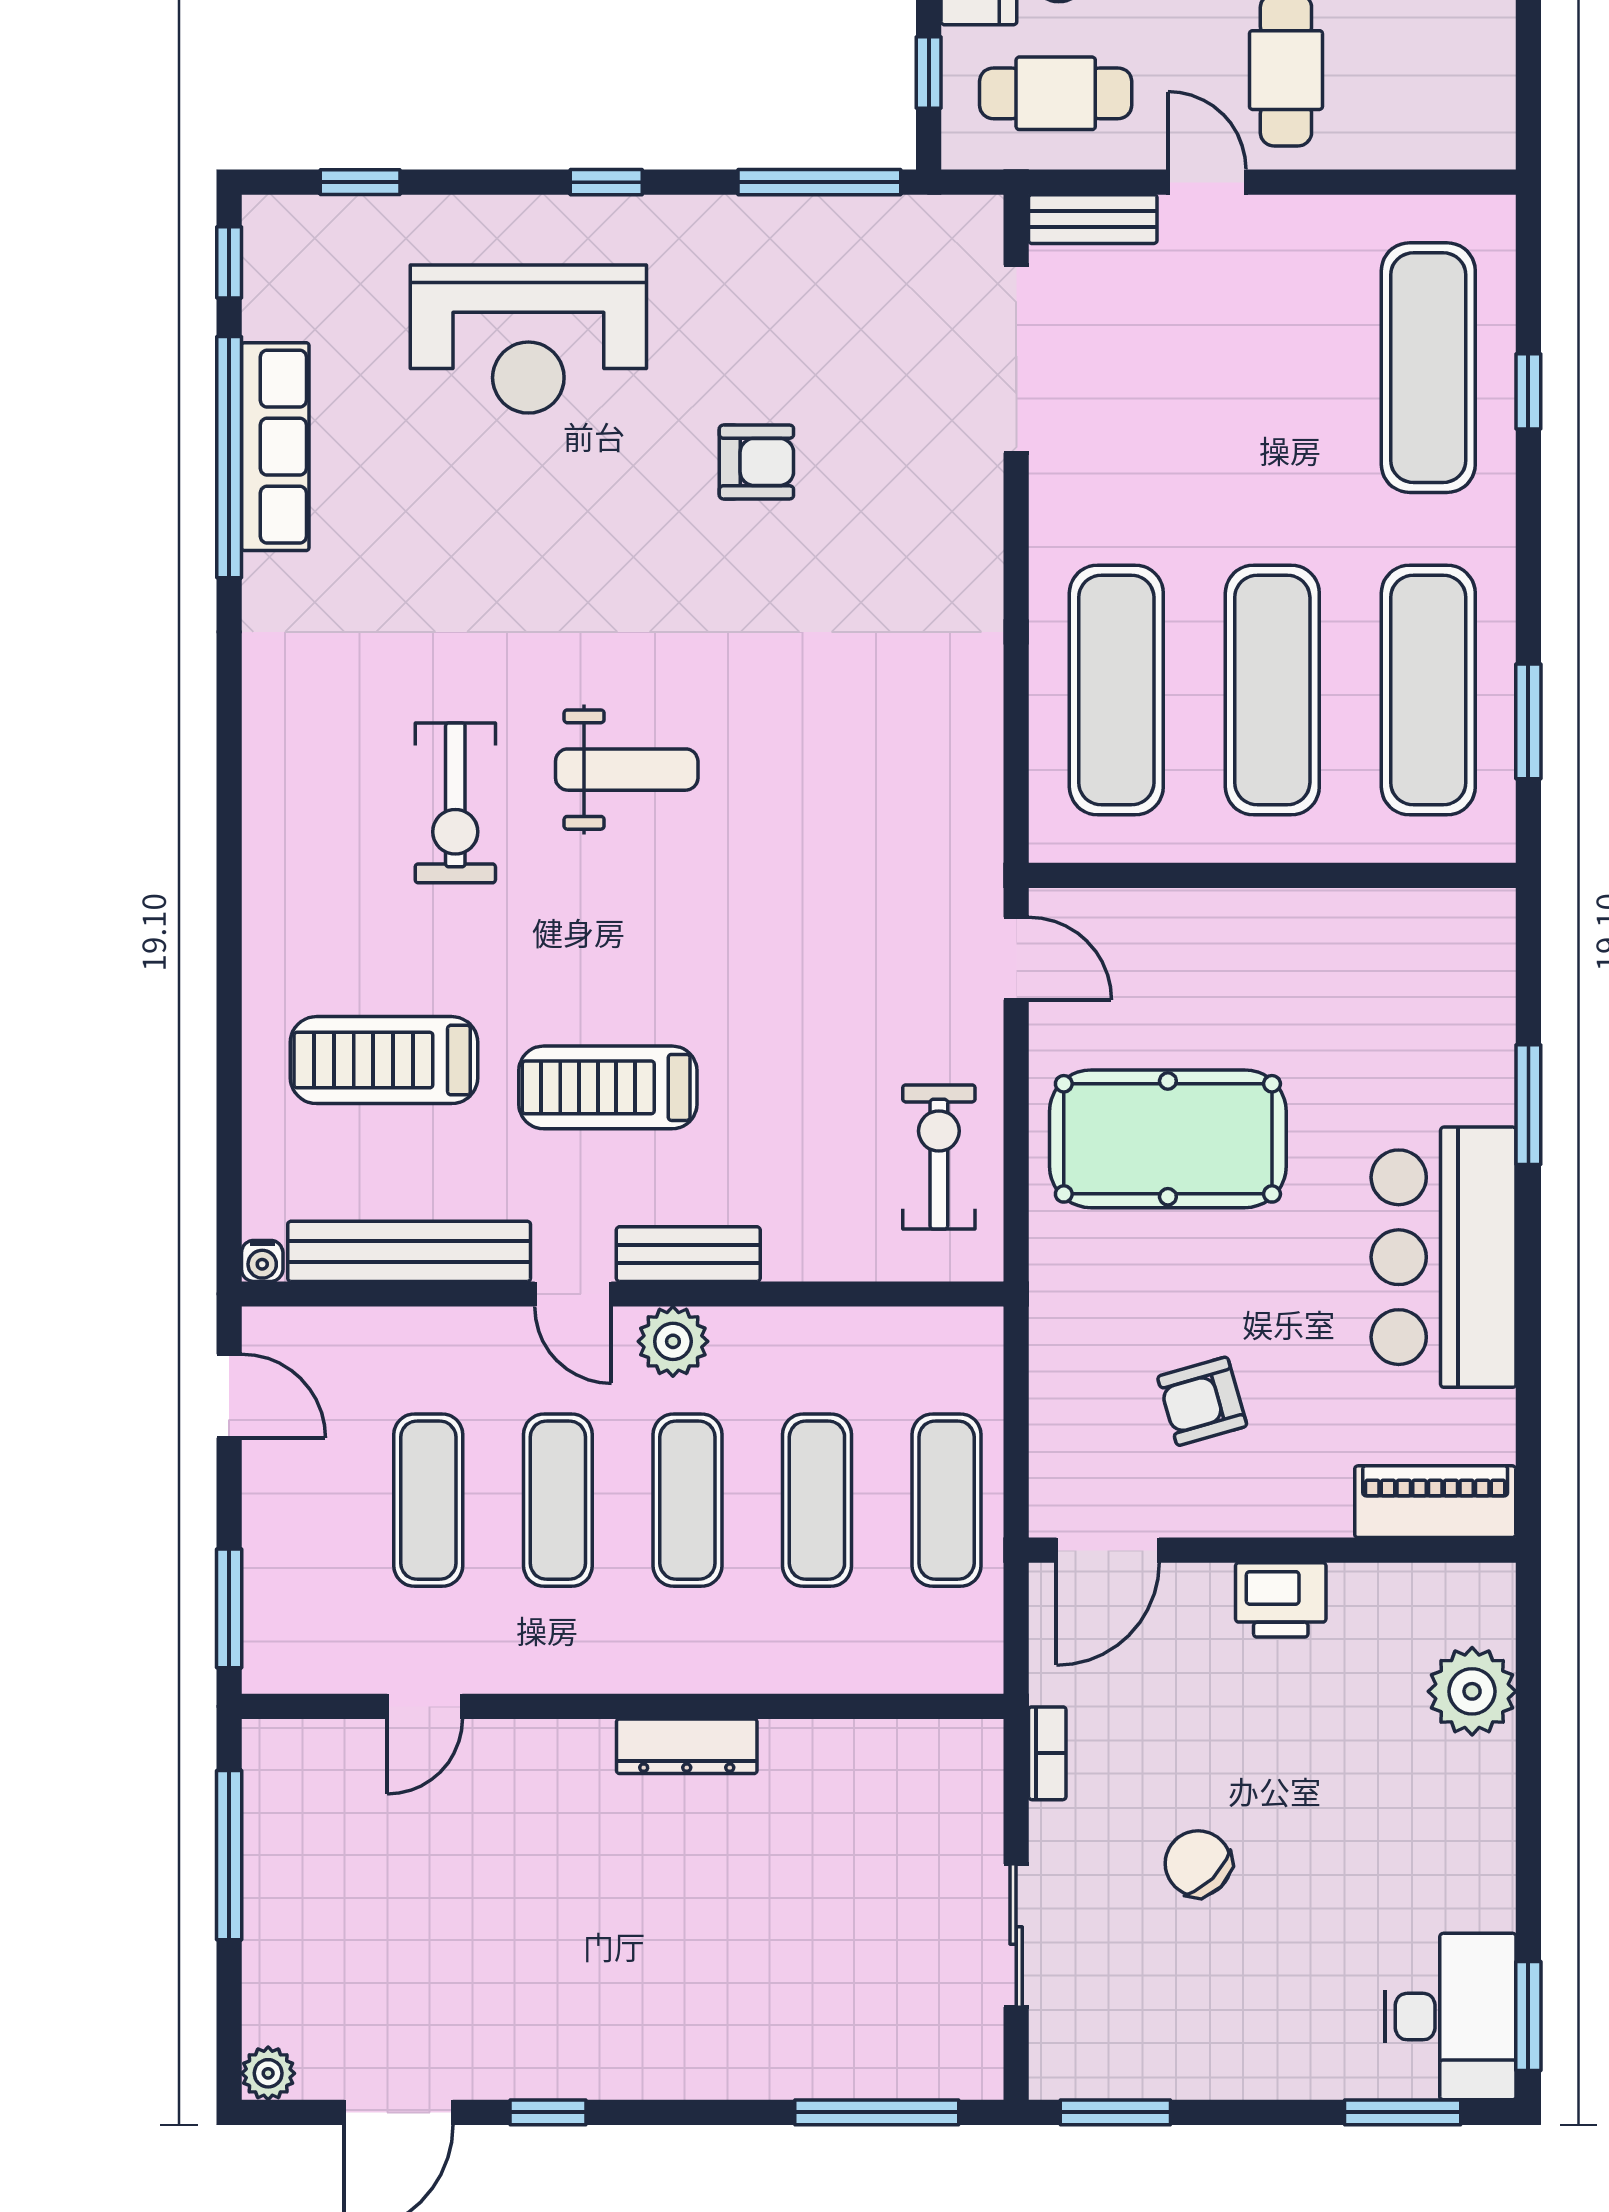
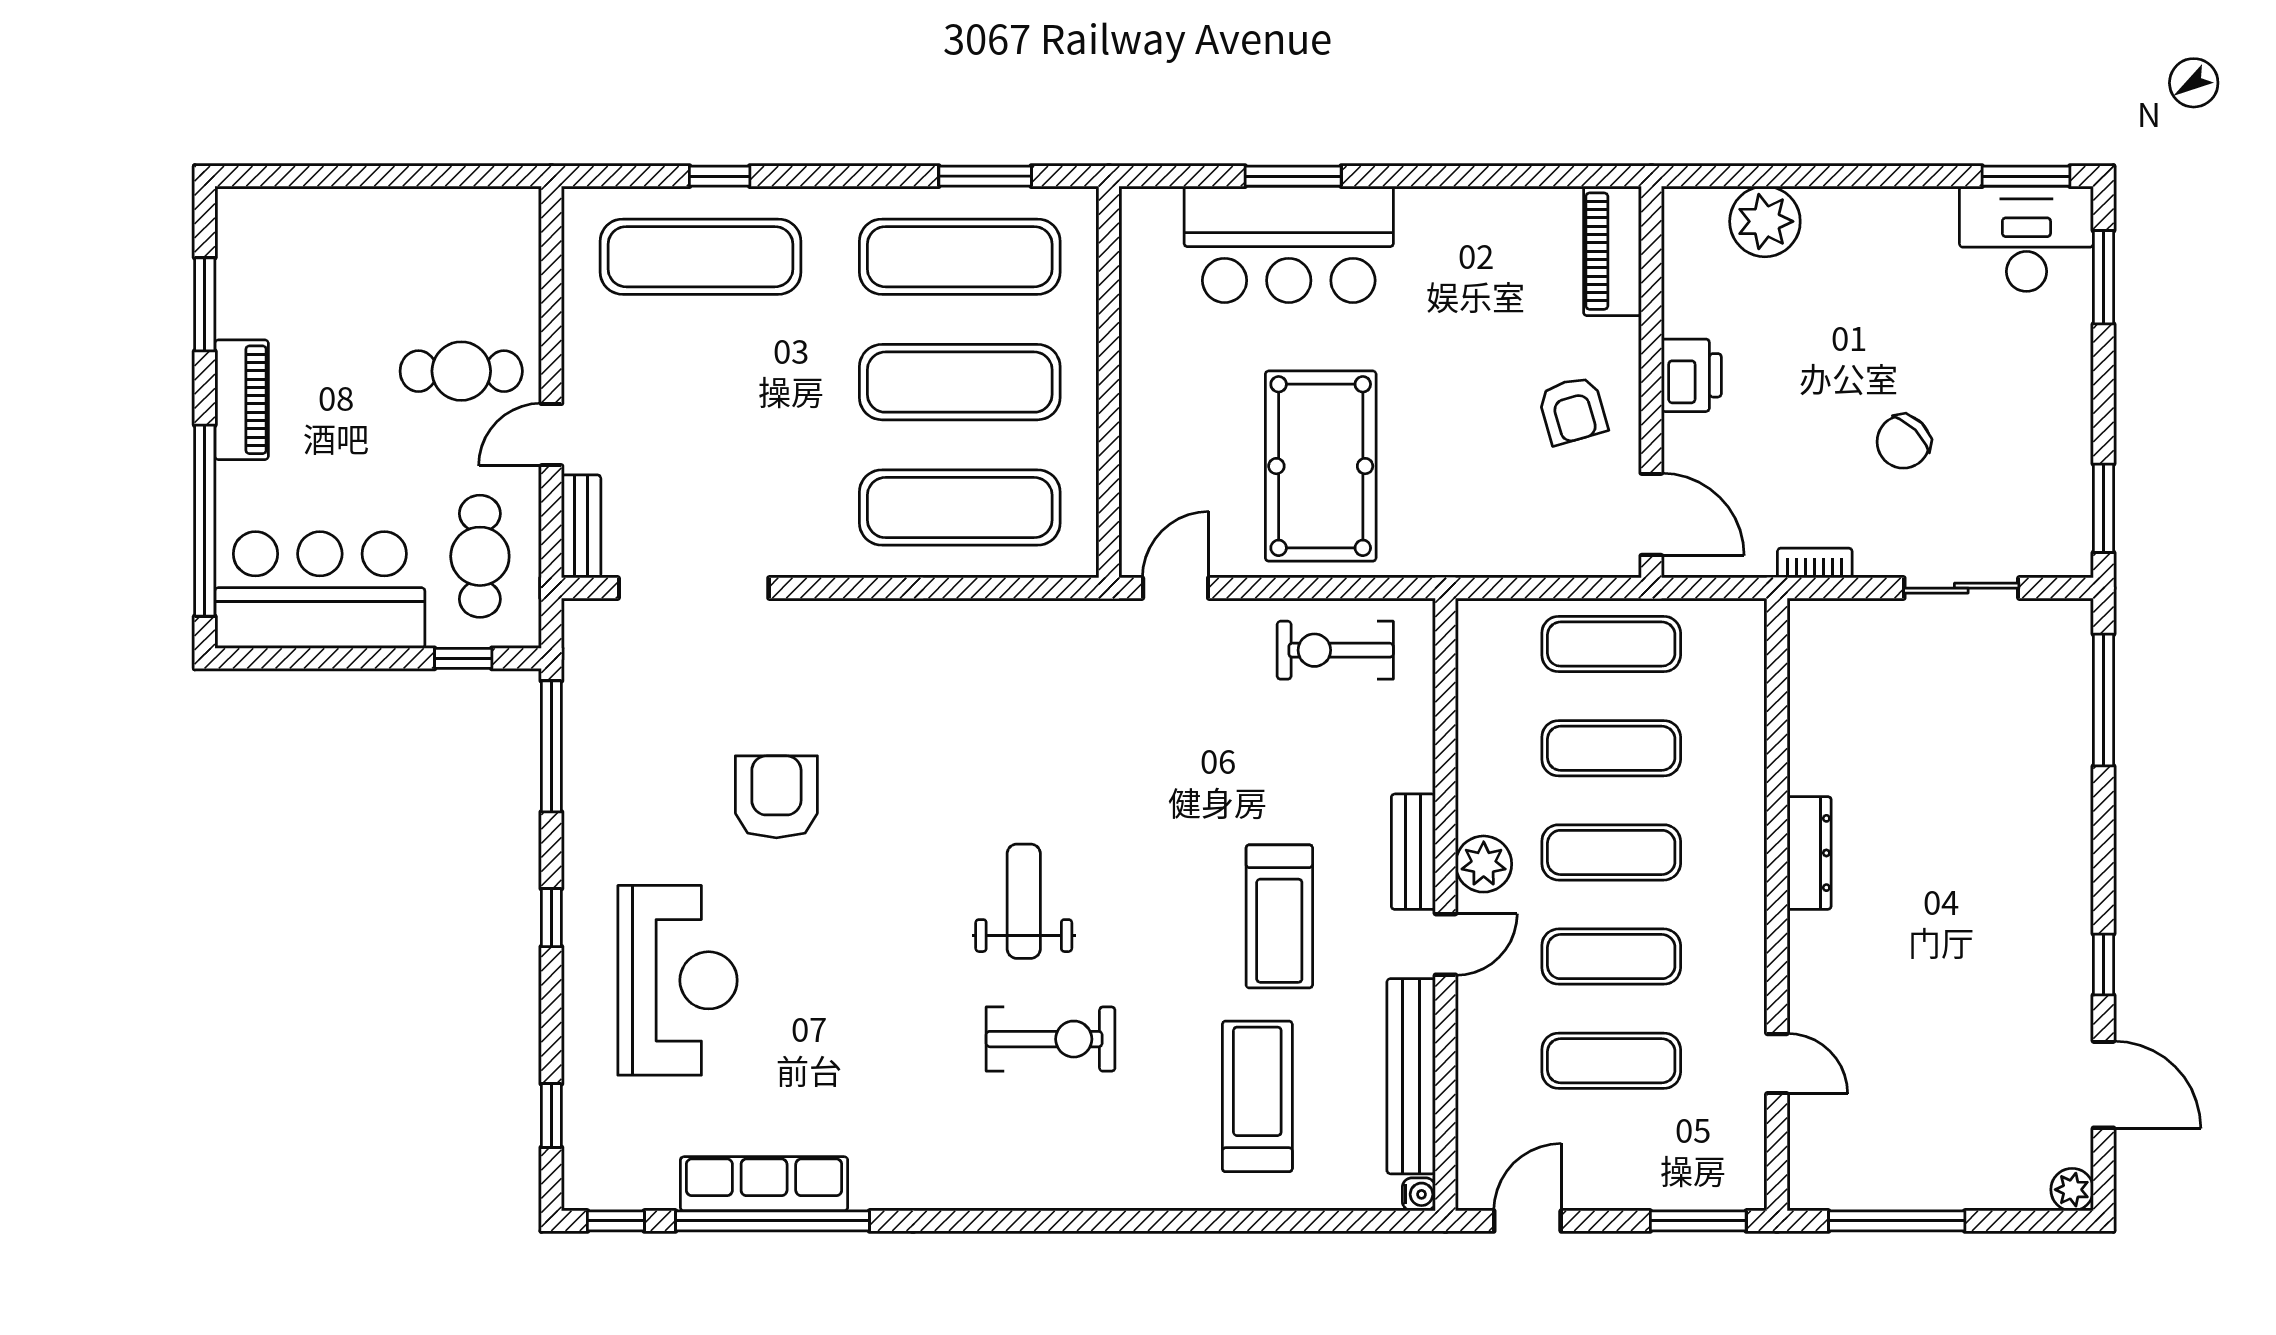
armchair: (756, 462) -> (776, 797), width x1.38, depth x1.38
treadmill: (384, 1060) -> (1257, 1096), turned 180
bar counter: (1444, 1257) -> (1289, 244), moved
armchair: (1202, 1401) -> (1573, 410), moved

